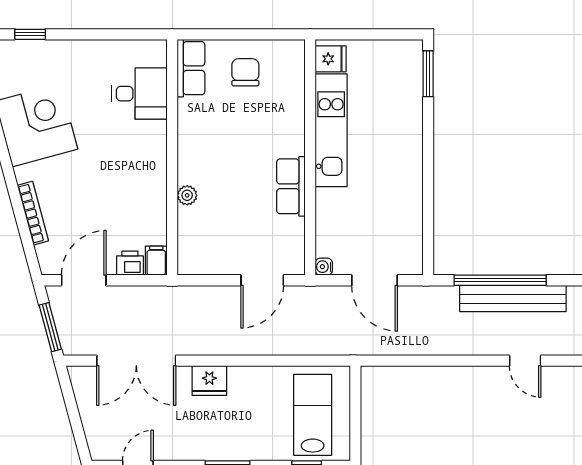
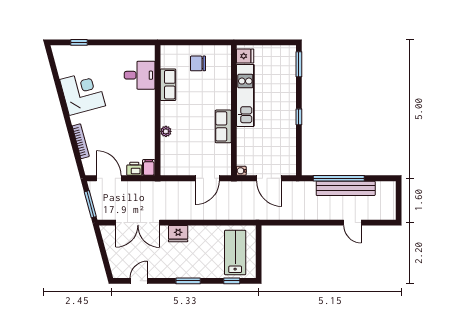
row of seats: (191, 68) -> (168, 85), moved
chair: (245, 72) -> (198, 63), turned -90
window: (428, 169) -> (299, 117), added
door: (84, 280) -> (109, 178), hinge flipped

